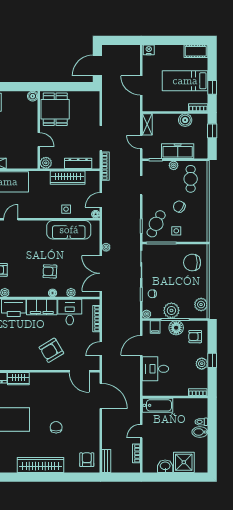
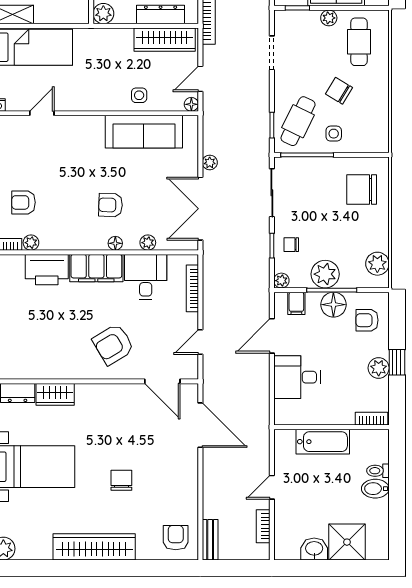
wardrobe: (68, 178) -> (165, 40), moved
bathtub: (157, 405) -> (323, 442), moved

